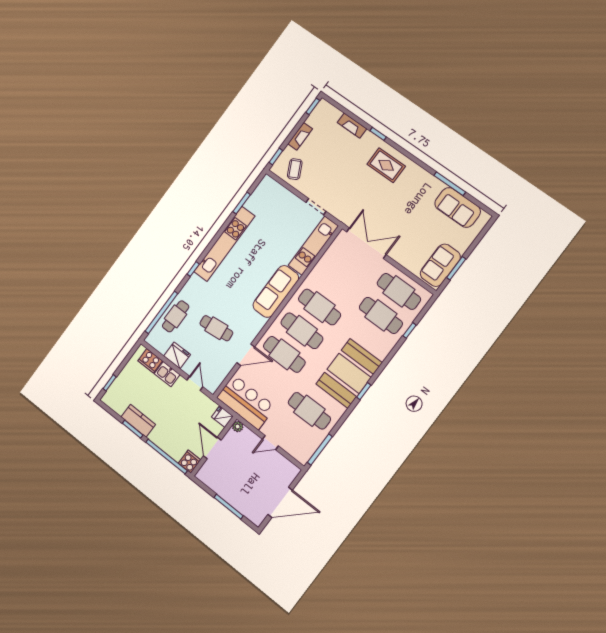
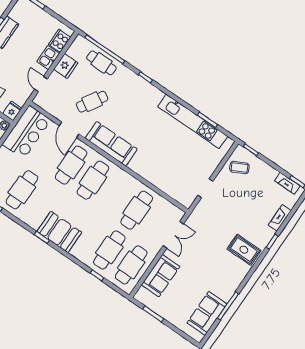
fireplace: (300, 136) -> (287, 183), moved
rug: (386, 165) -> (244, 250), turned 90
double door: (366, 243) -> (173, 235), width x0.73
kitchen unit: (224, 244) -> (193, 121), moved
kitchen unit: (313, 246) -> (170, 187), removed
sofa: (440, 265) -> (161, 276), moved, turned 90
sofa: (276, 291) -> (111, 144), moved
cafe table: (320, 307) -> (137, 210), moved
cafe table: (216, 328) -> (92, 102), turned 37
booth: (349, 373) -> (59, 232), width x0.73, depth x0.70
door: (195, 383) -> (41, 84), swing flipped

